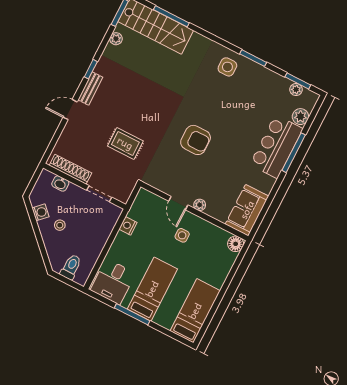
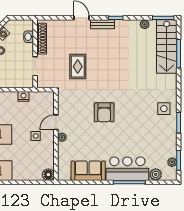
sofa: (247, 210) -> (88, 171), moved

